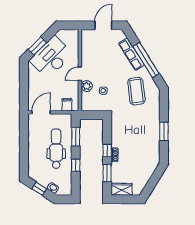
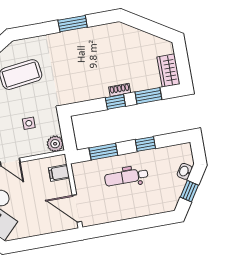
plant: (87, 86) -> (55, 144), moved
dental chair: (56, 149) -> (126, 177), width x0.73, depth x0.72

